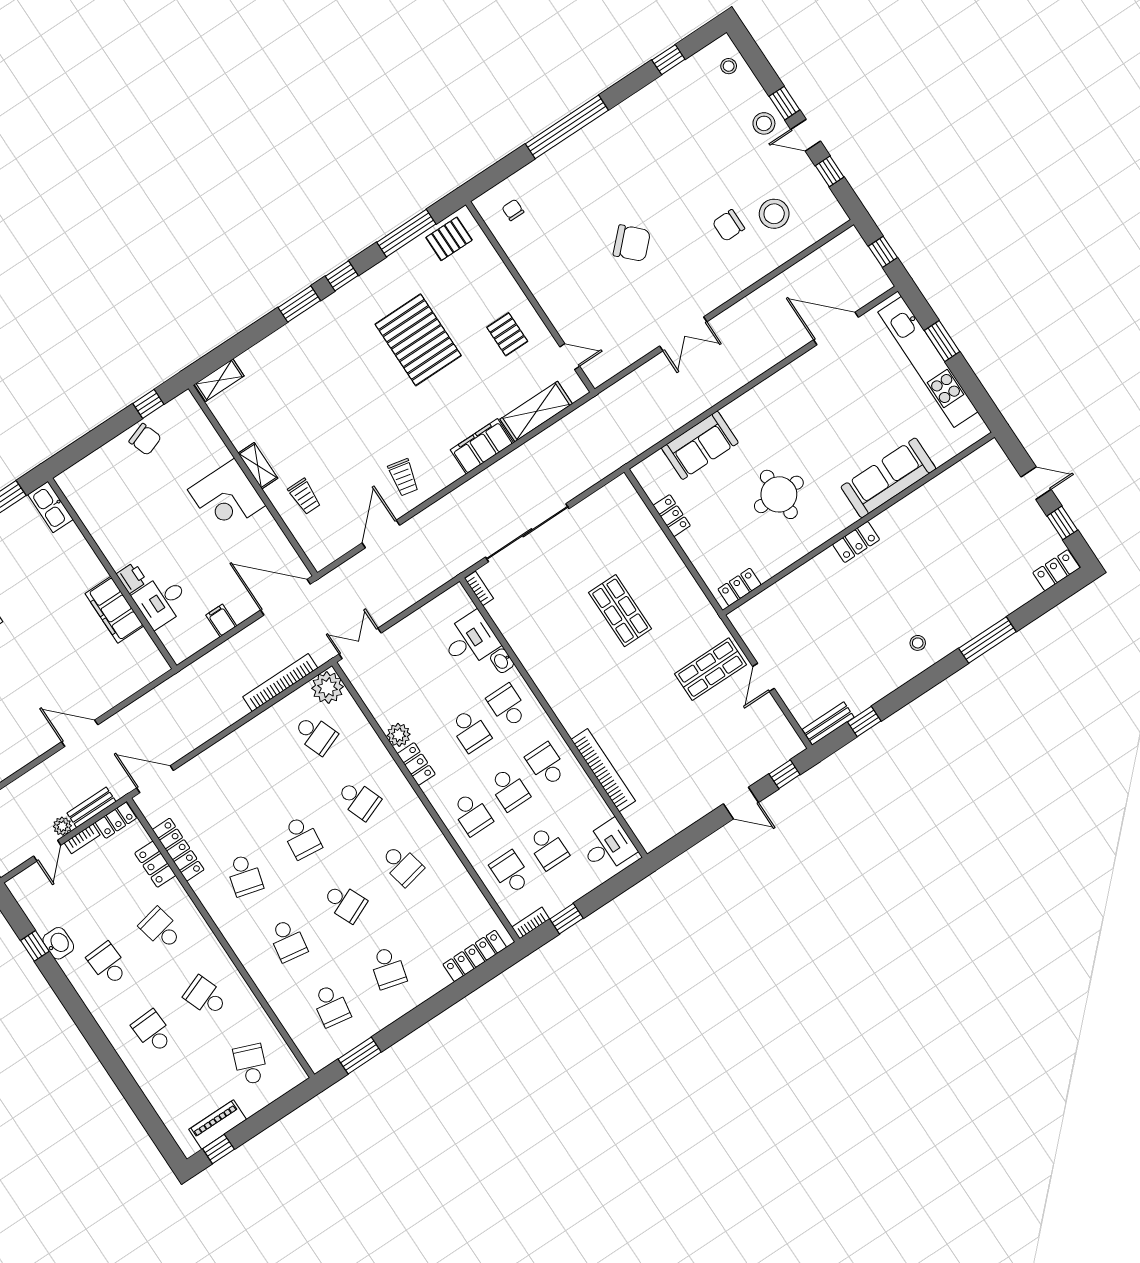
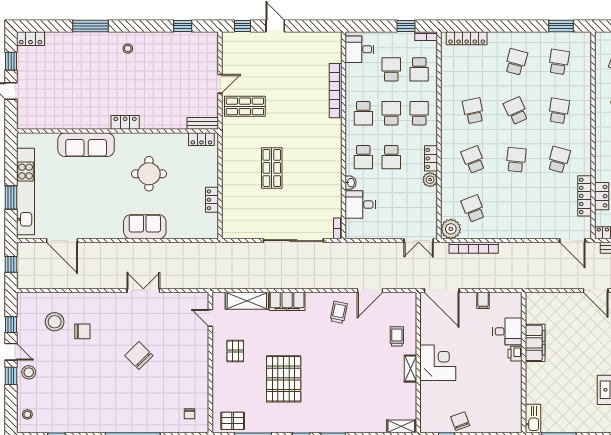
sofa: (700, 445) -> (145, 227), moved
bench: (828, 723) -> (203, 123), moved
school desk: (470, 731) -> (391, 157), turned 180

